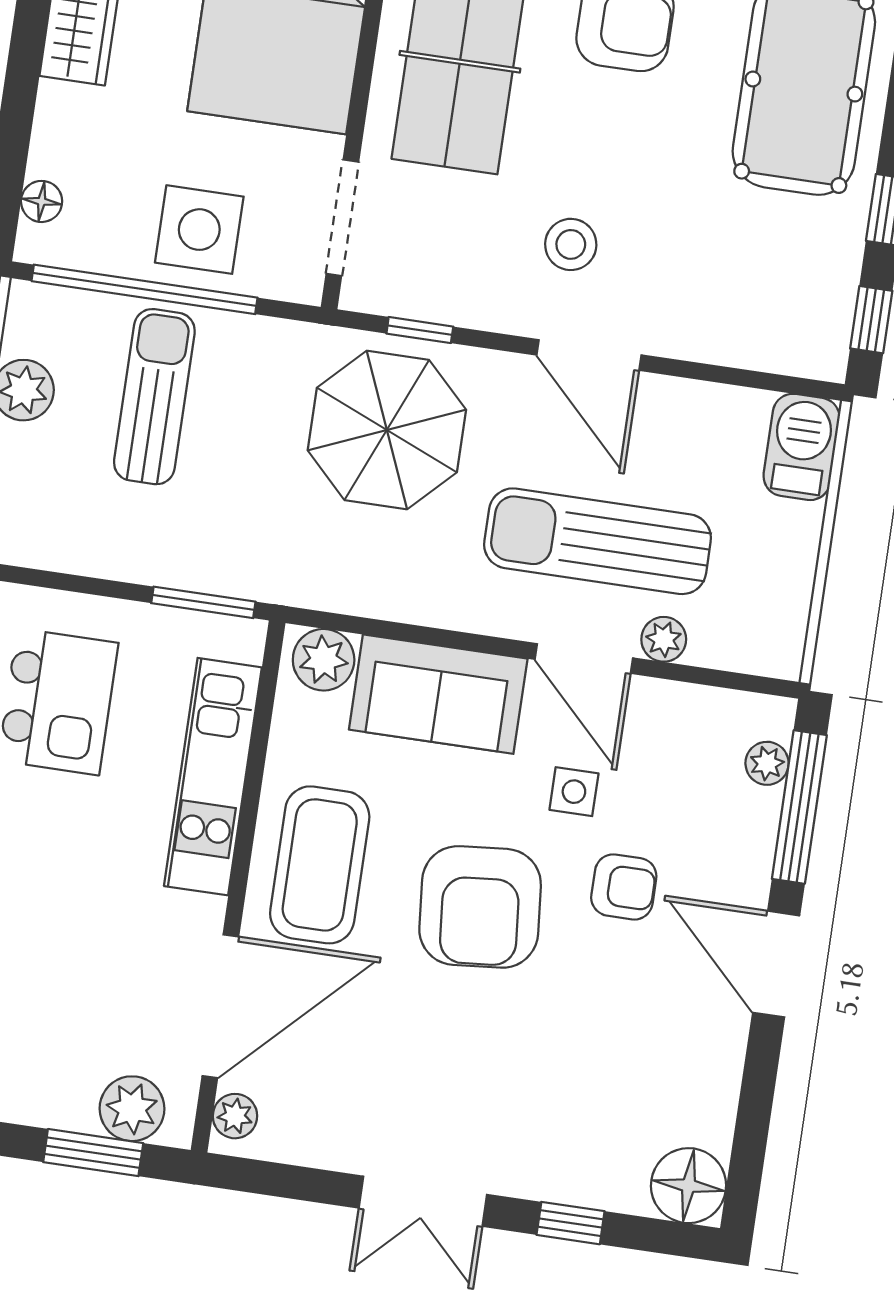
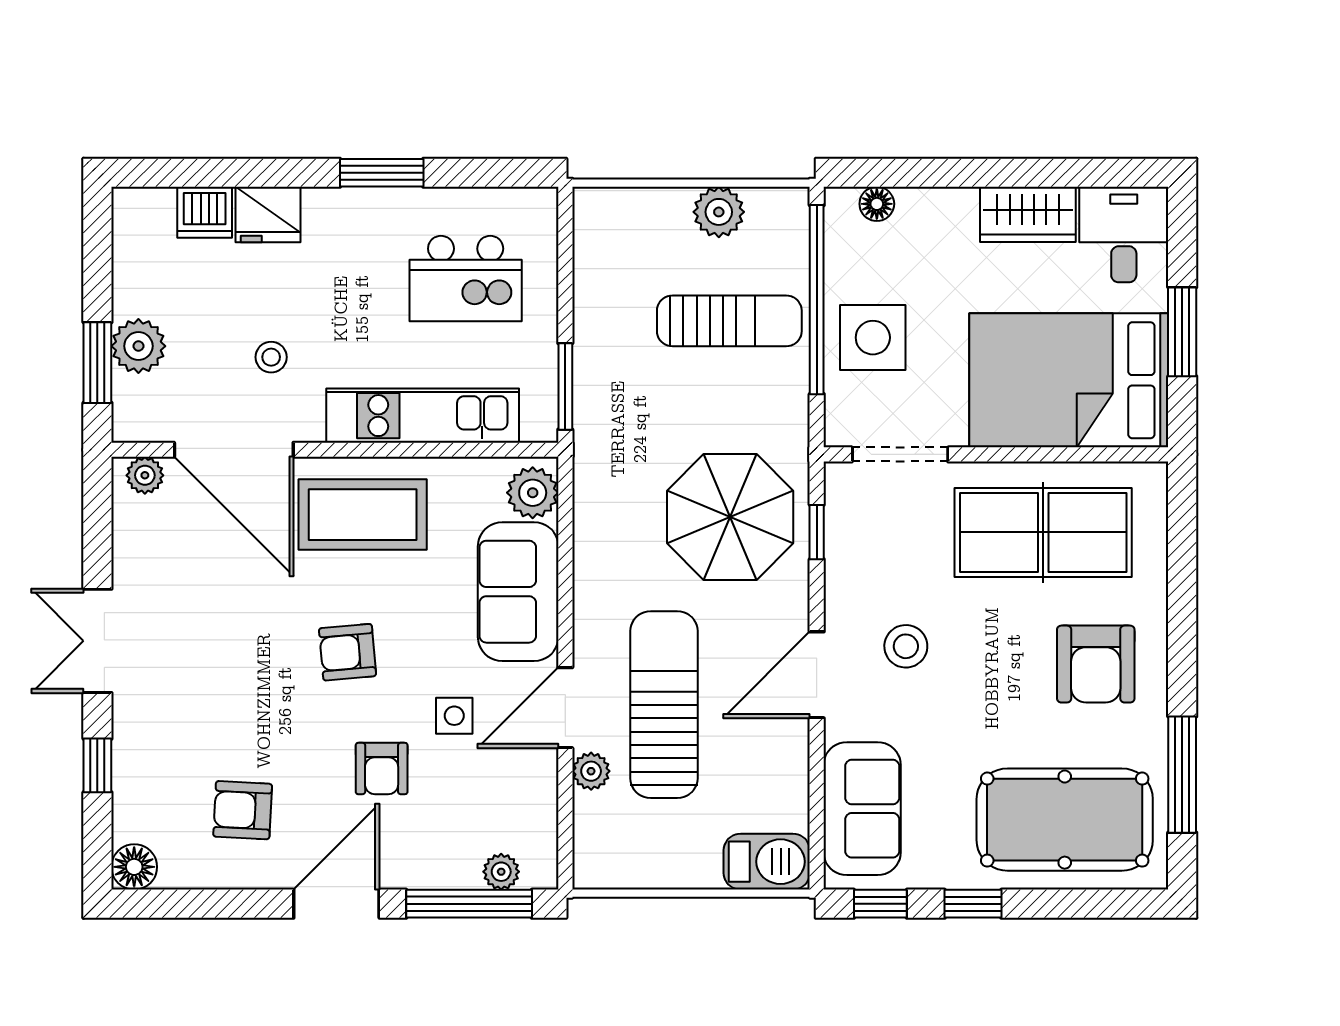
sofa: (755, 325) -> (862, 809), added
armchair: (480, 907) -> (348, 652), width x0.53, depth x0.53
stool: (117, 946) -> (271, 357), added
armchair: (649, 1059) -> (243, 810), added
plant: (132, 1109) -> (138, 346), moved
floor lamp: (689, 1186) -> (134, 867), width x0.73, depth x0.73

